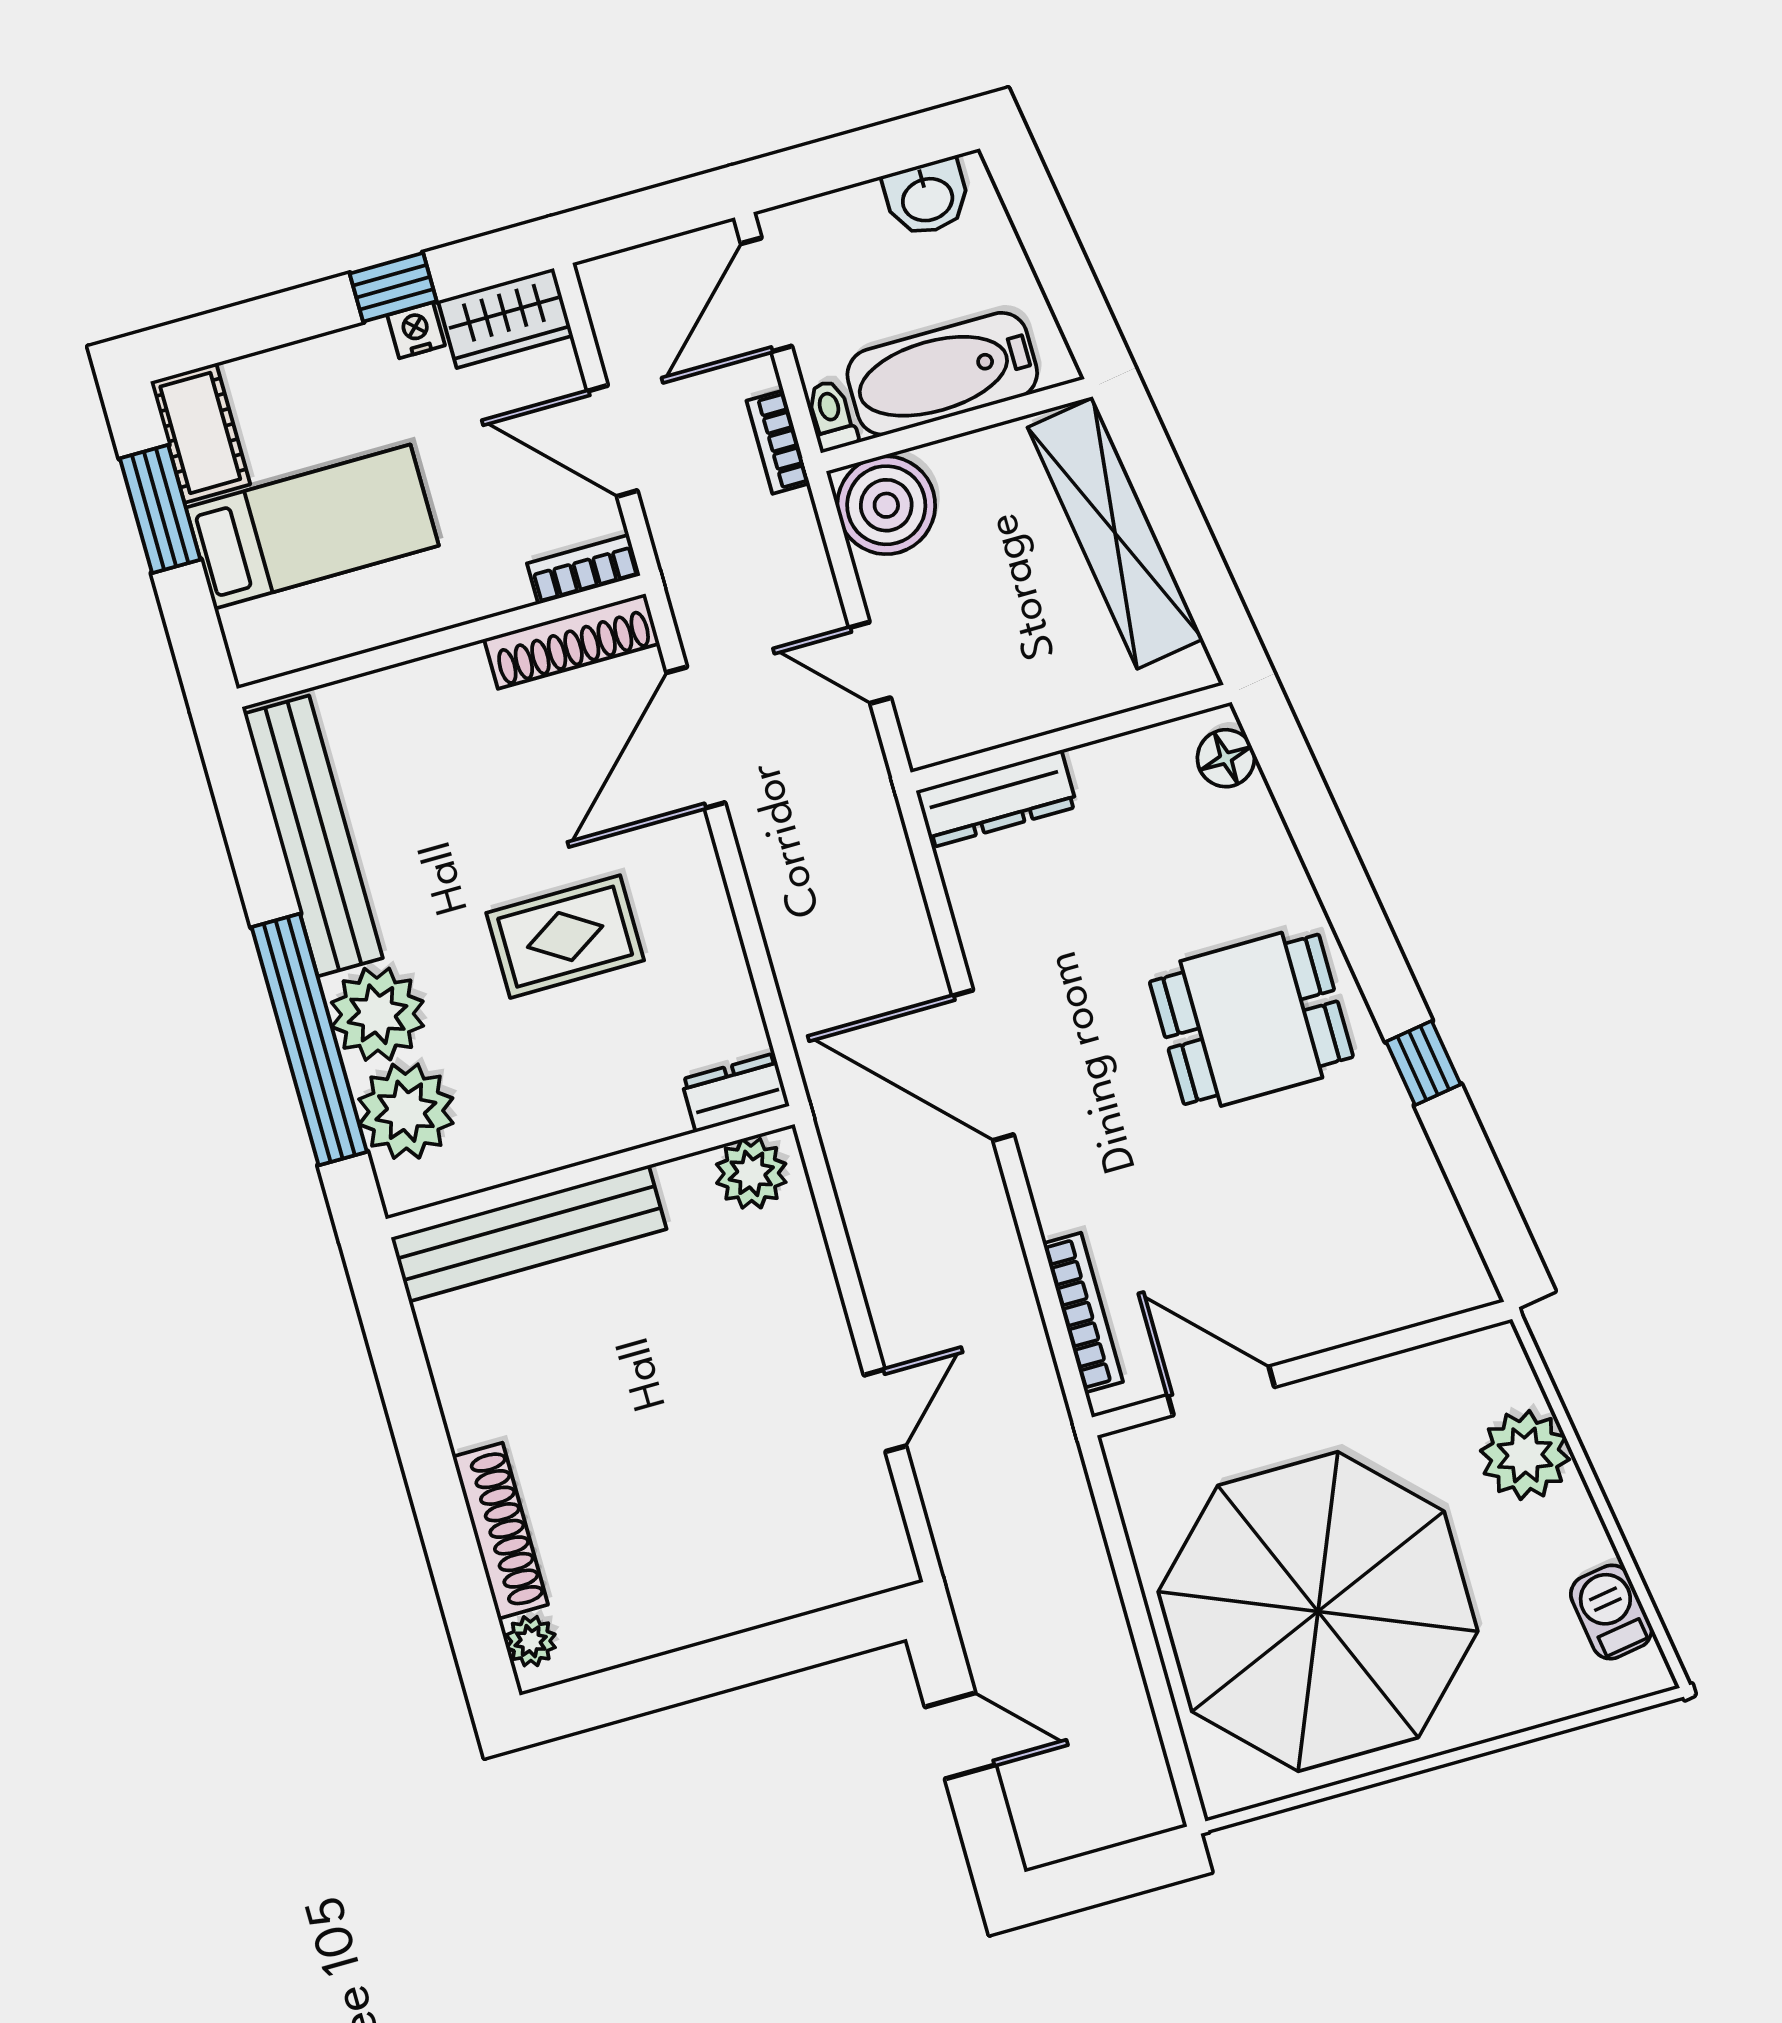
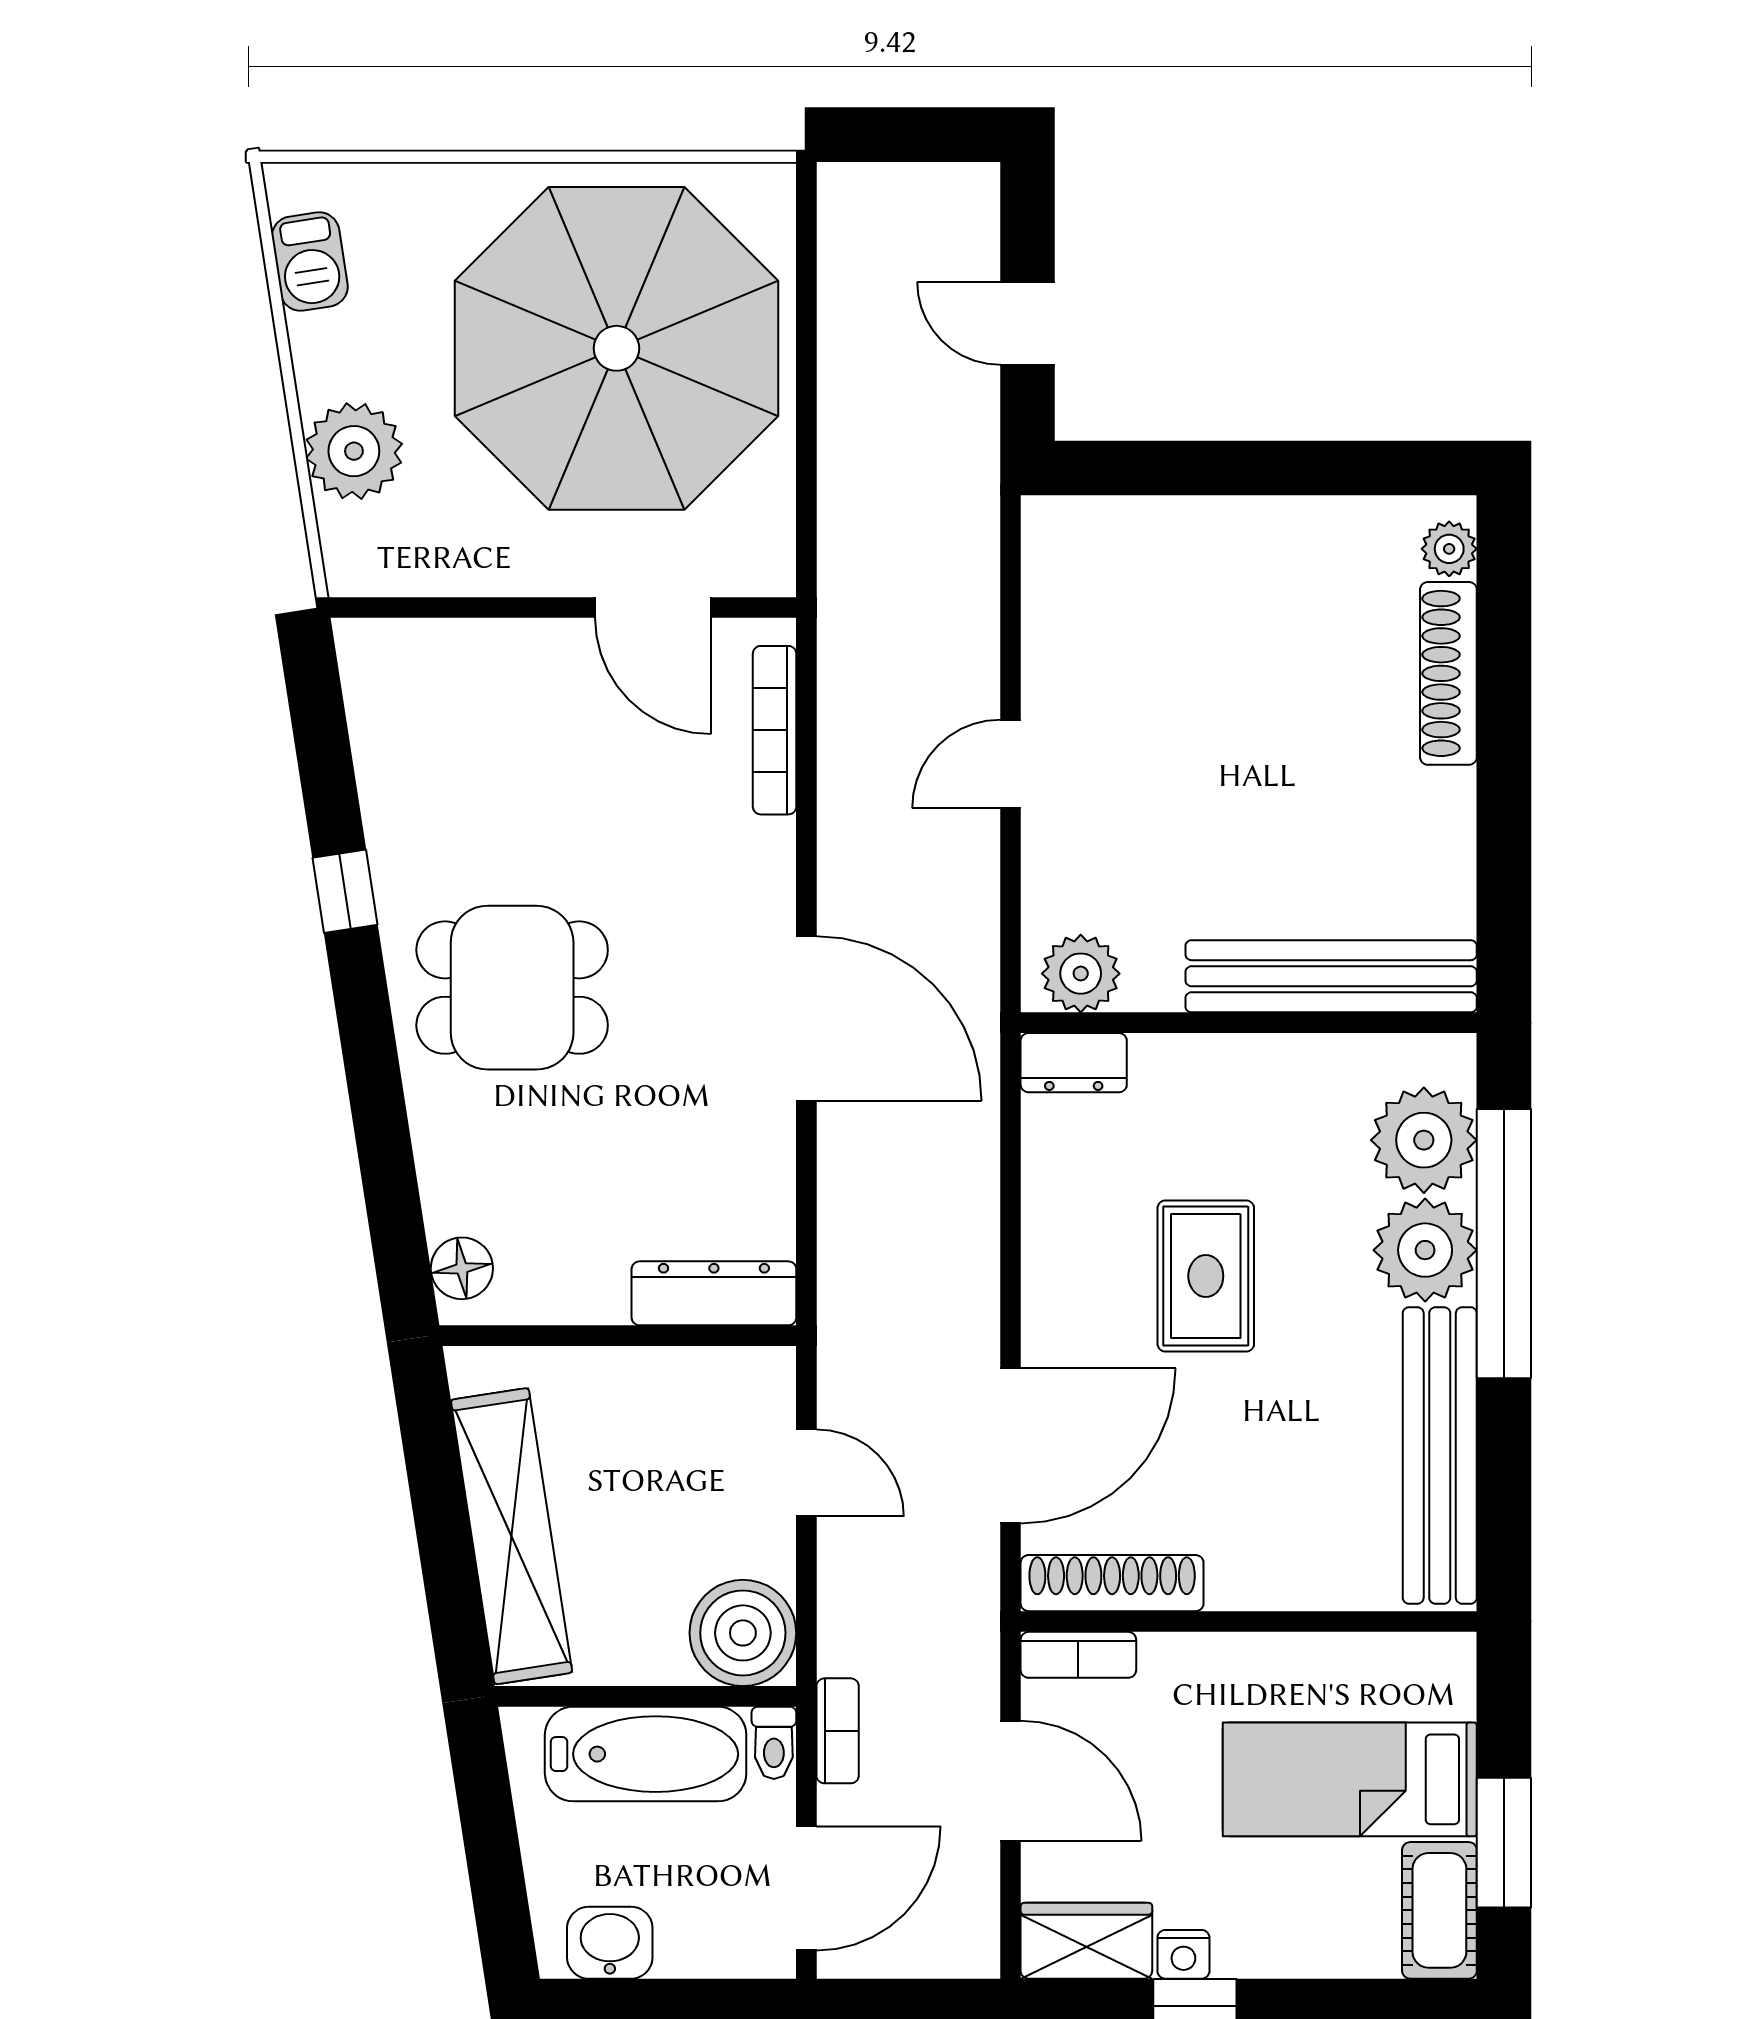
rug: (565, 937) -> (1206, 1276), turned 90
door: (885, 1411) -> (1011, 764), moved

